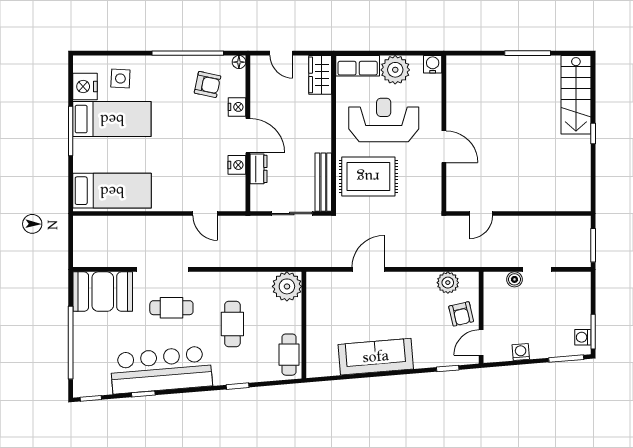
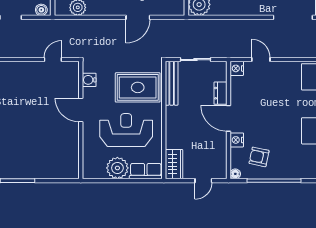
door: (281, 53) -> (203, 181), swing flipped
water cooler: (433, 64) -> (89, 80), moved, turned 90
reception desk: (384, 120) -> (126, 130), turned 180
nightstand: (237, 165) -> (237, 68), moved
boiler: (514, 279) -> (41, 10), moved

